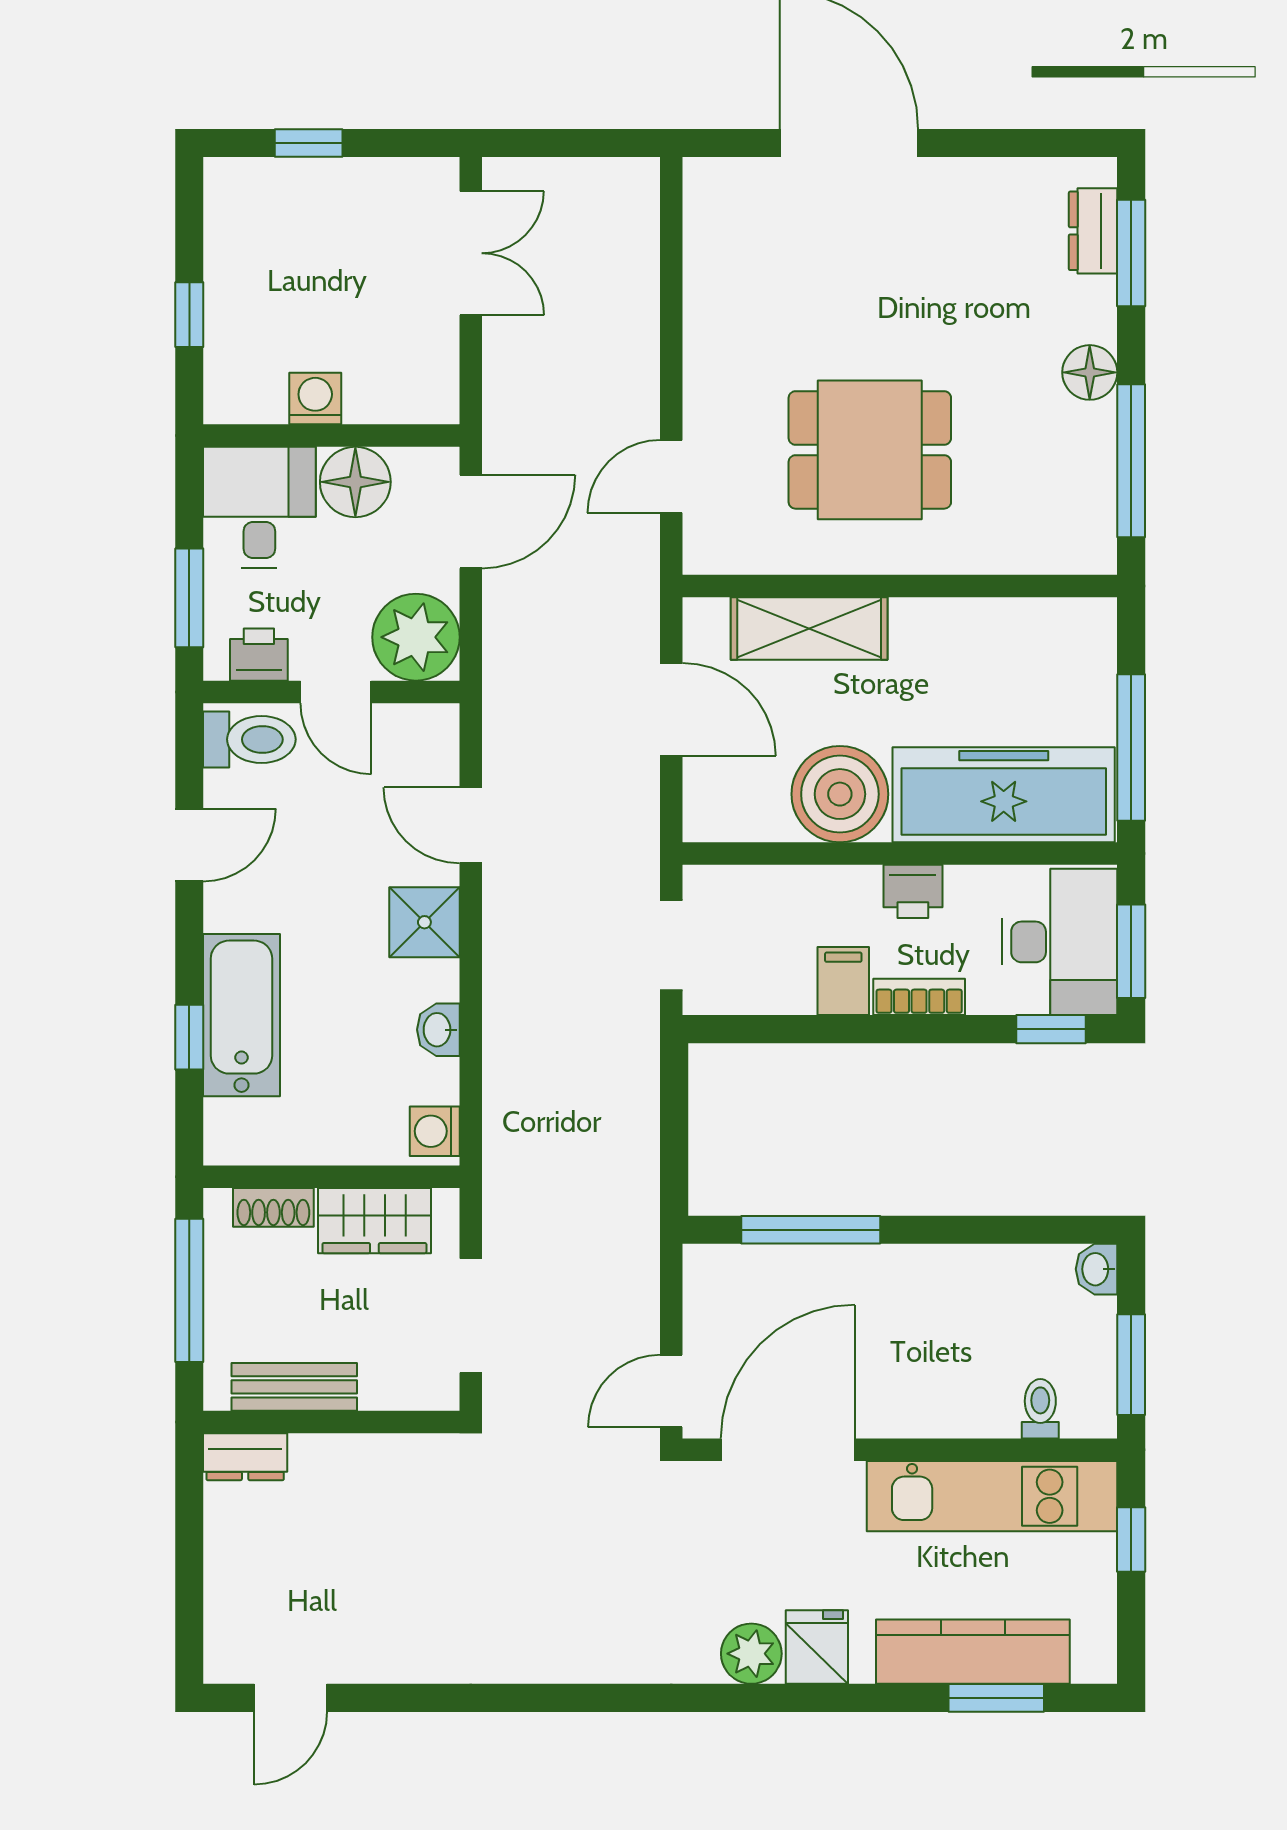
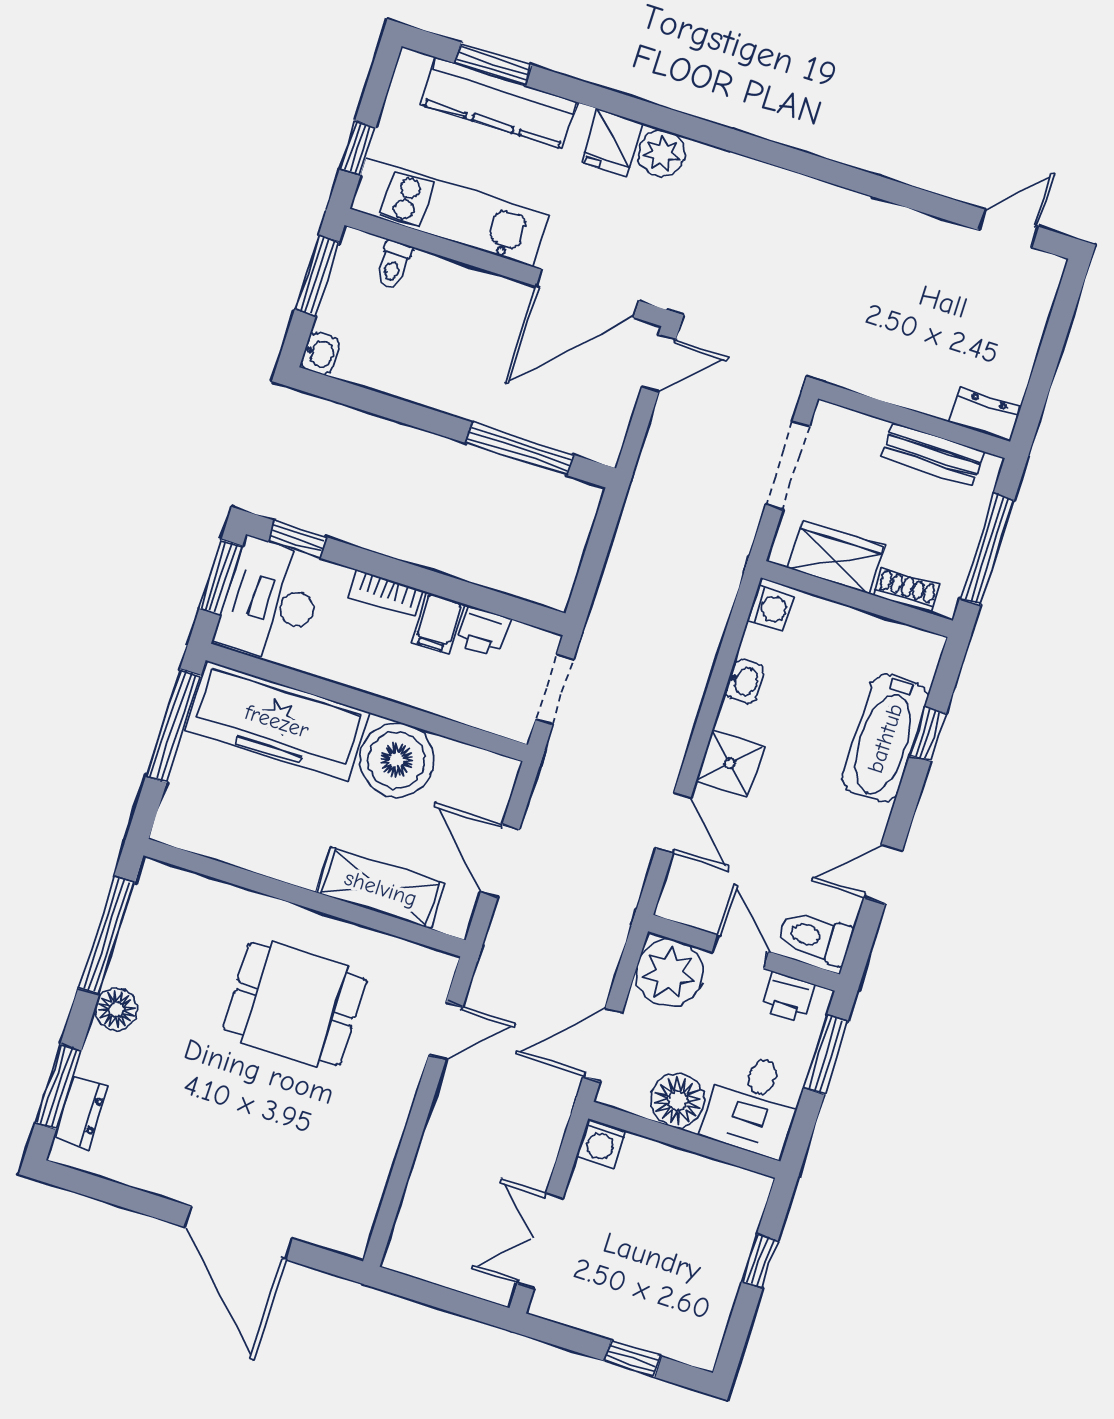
washing machine: (315, 398) -> (601, 1143), moved
printer: (913, 891) -> (483, 631), moved, turned 180

